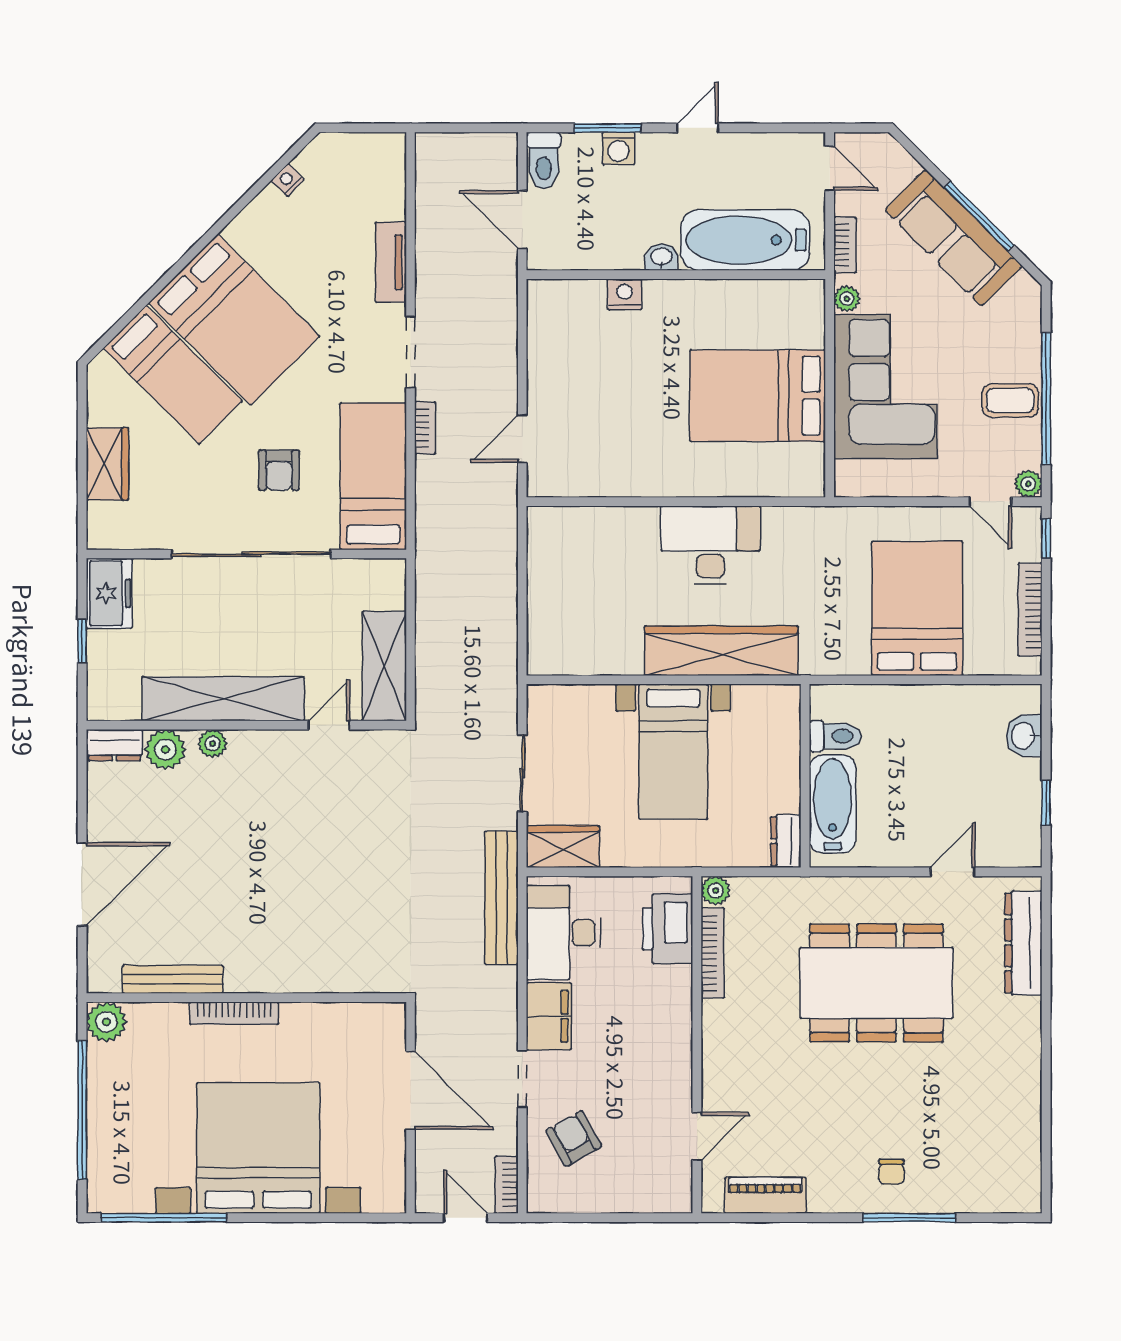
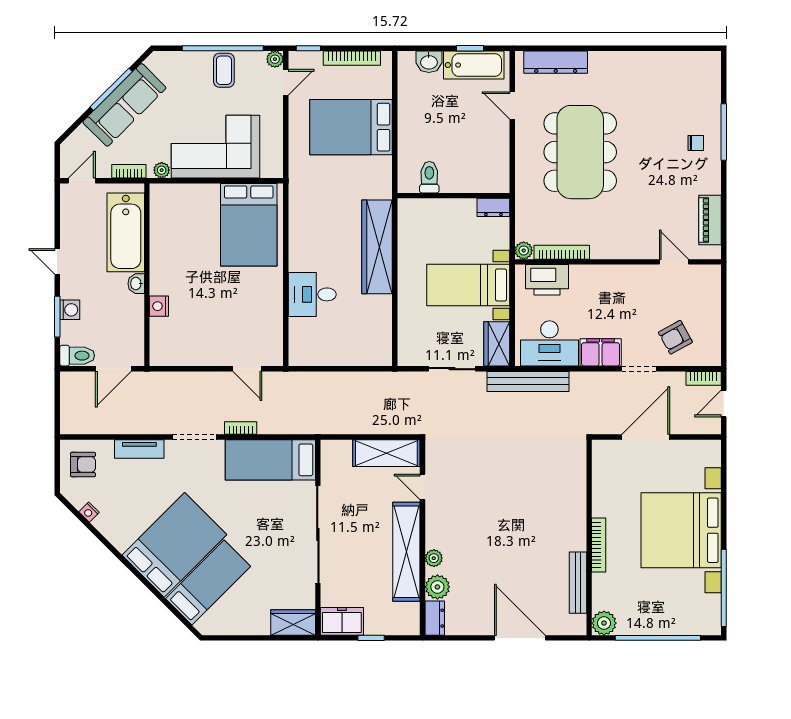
bed: (758, 396) -> (249, 225), moved
wardrobe: (107, 464) -> (293, 622), moved
armchair: (279, 470) -> (83, 465), moved
desk: (710, 545) -> (312, 294), moved, width x0.73
bed with nightstands: (673, 752) -> (468, 285), moved, turned 180
bathtub: (833, 804) -> (474, 65), moved, turned 180

